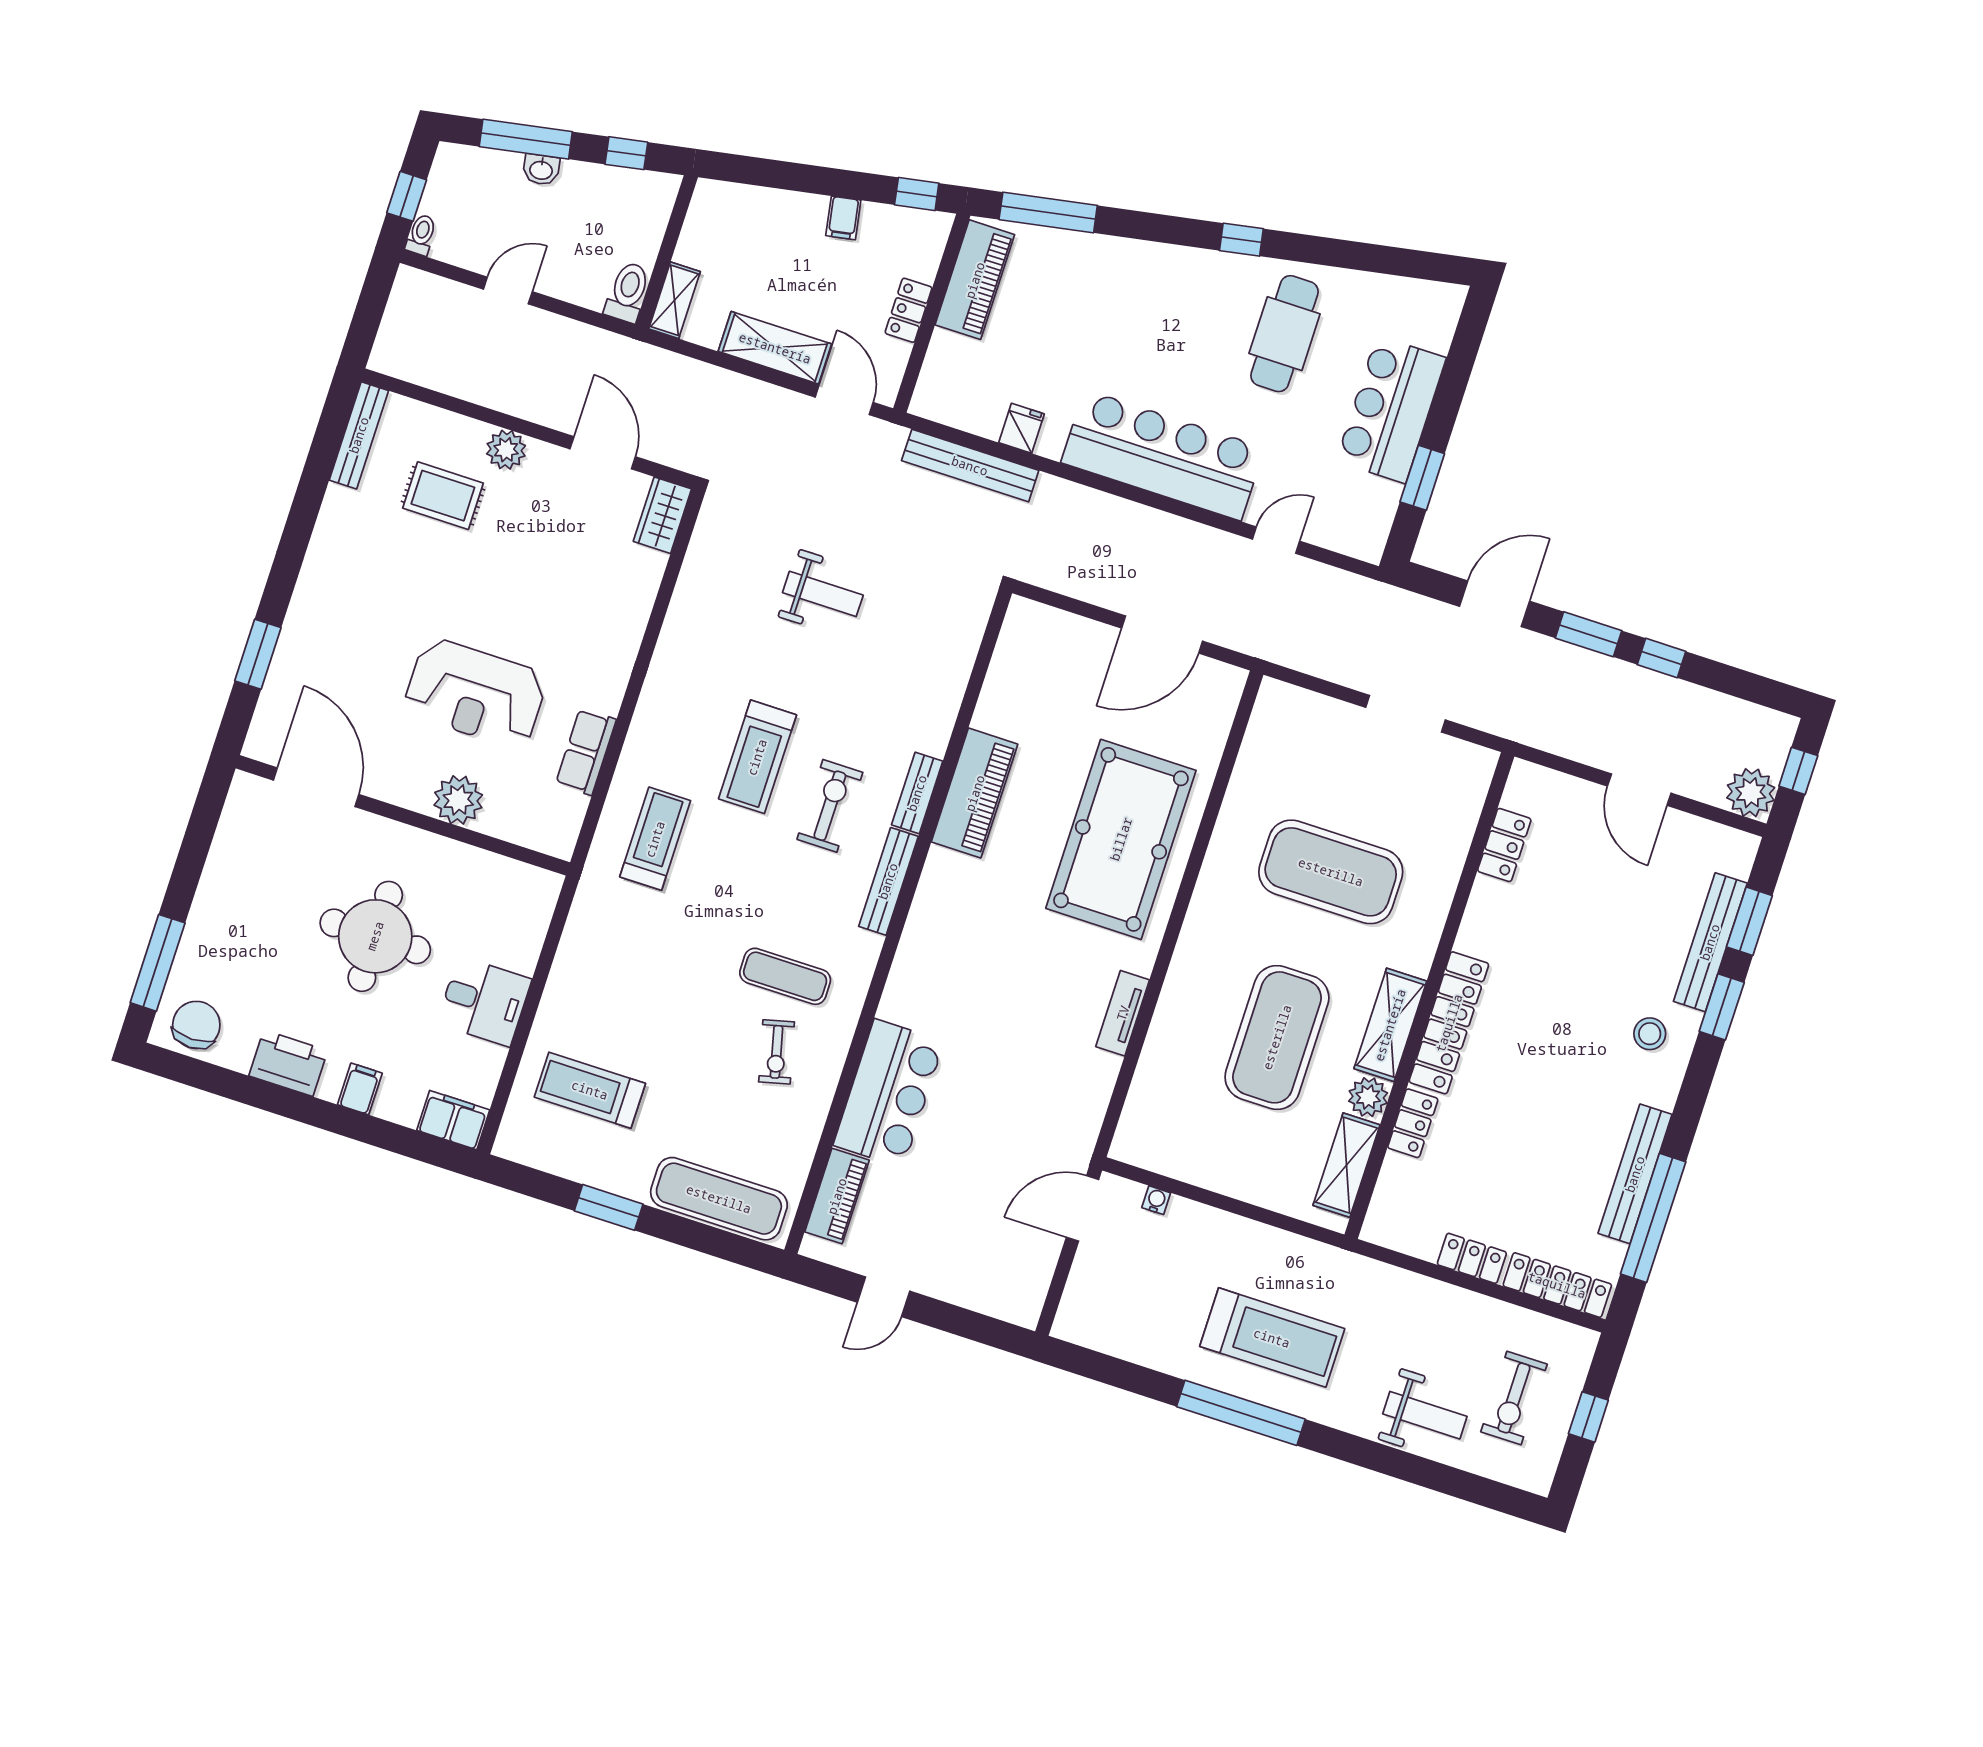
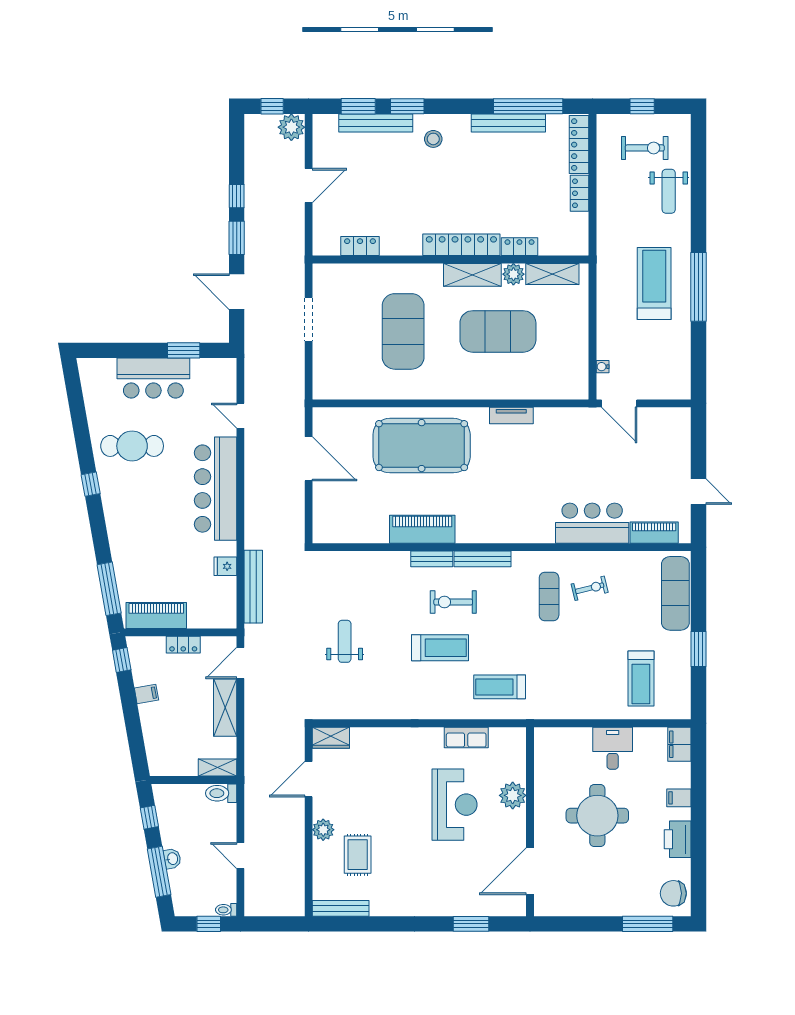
weight bench: (1425, 1415) -> (669, 191), turned 180

